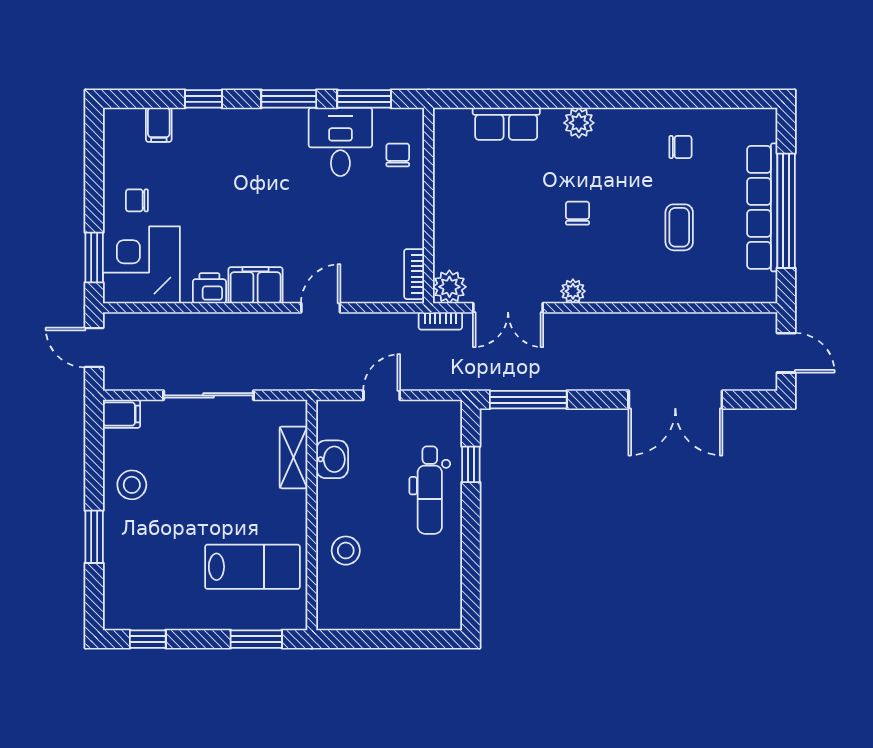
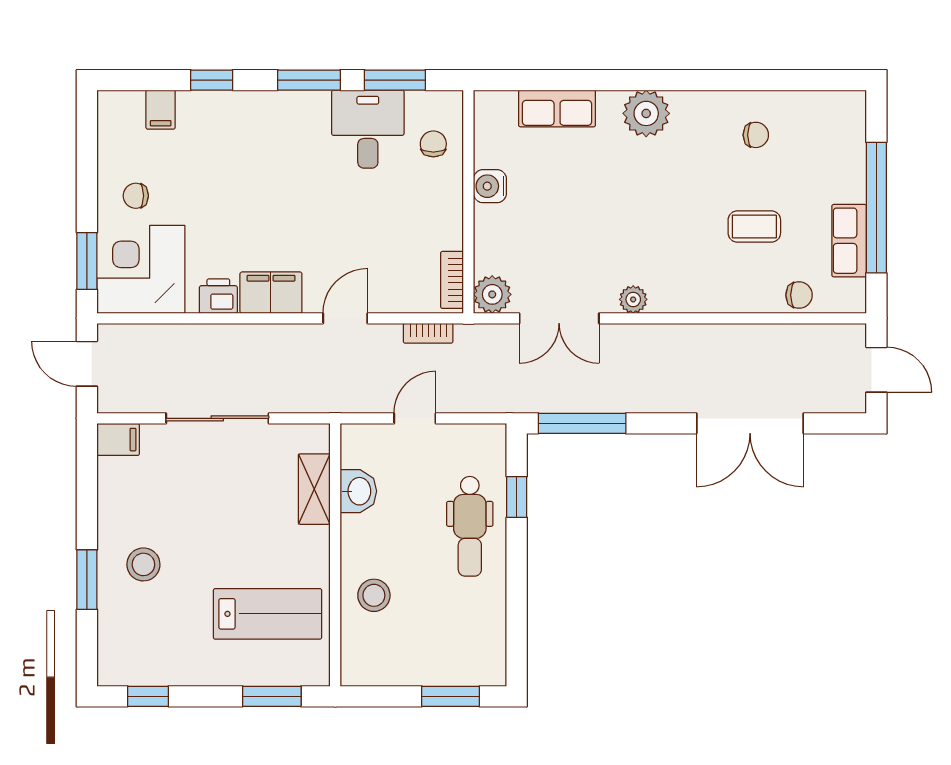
plant: (579, 123) -> (646, 113), width x1.36, depth x1.36
water cooler: (447, 192) -> (490, 186), added
row of seats: (762, 207) -> (849, 241), width x0.50
chair: (577, 213) -> (799, 295), moved, turned 90
coffee table: (679, 227) -> (754, 226), turned 90
bookcase: (440, 321) -> (428, 333), moved
stool: (132, 485) -> (143, 564), moved
window: (413, 639) -> (450, 696), added

